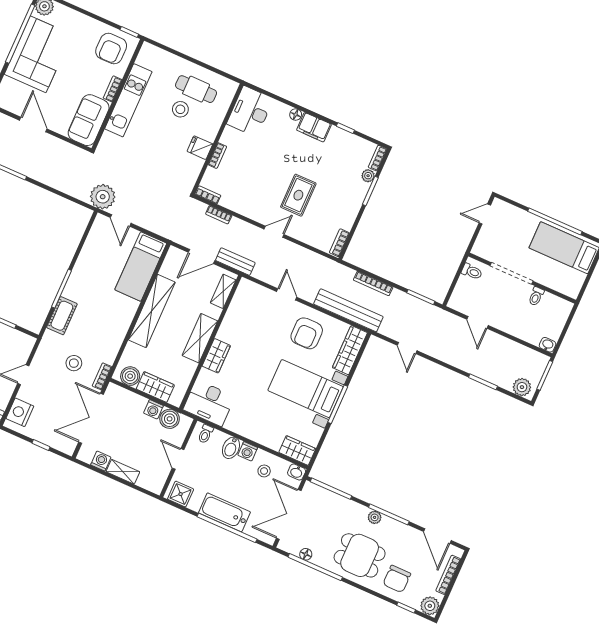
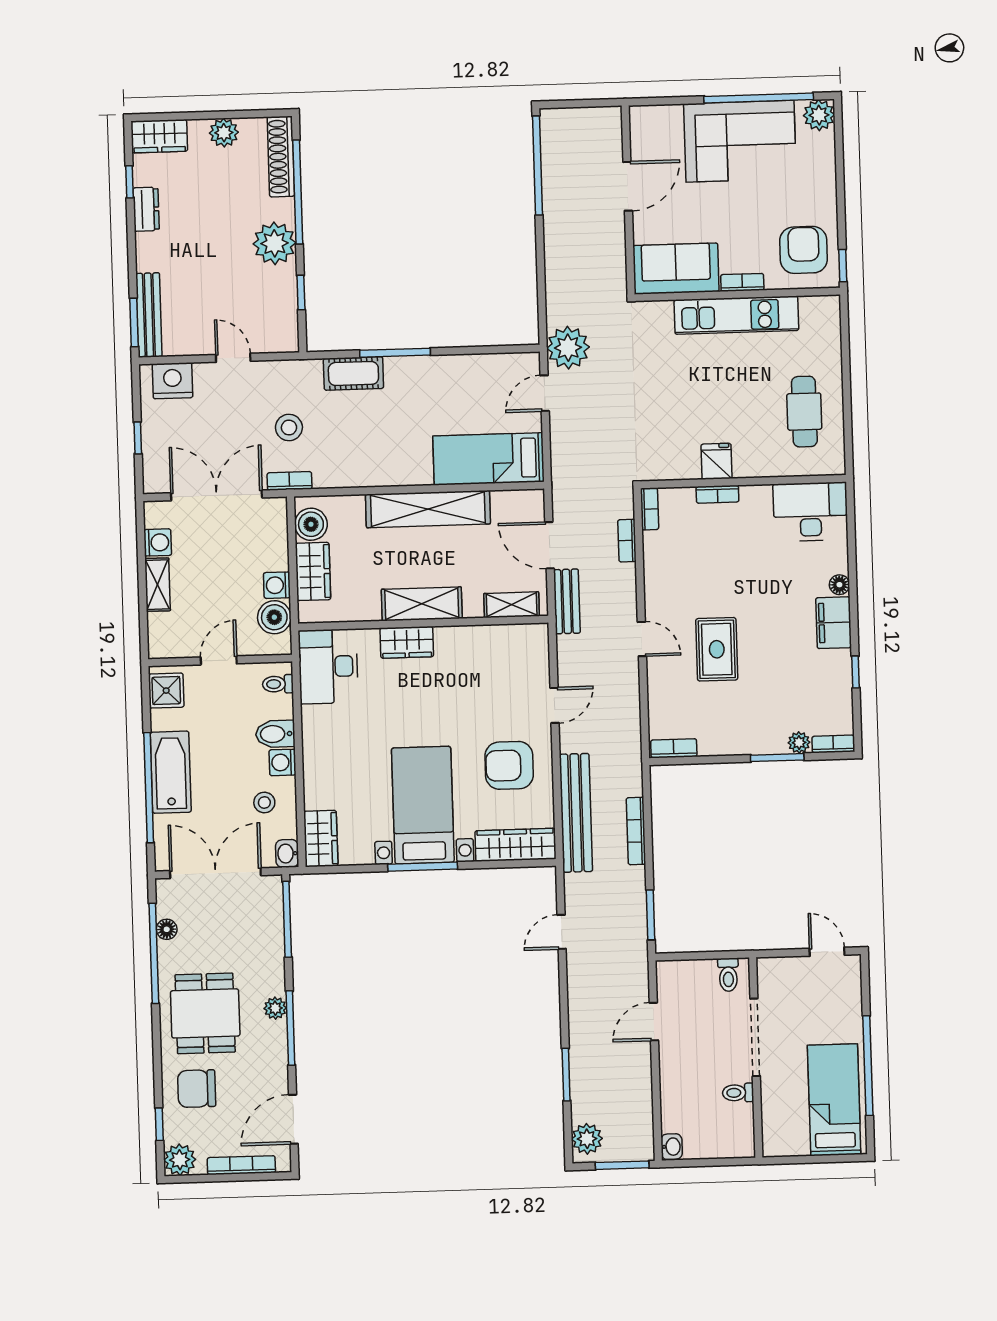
armchair: (111, 49) -> (804, 250), turned 90
stool: (180, 109) -> (761, 402), removed
rug: (298, 195) -> (717, 649), turned 90

